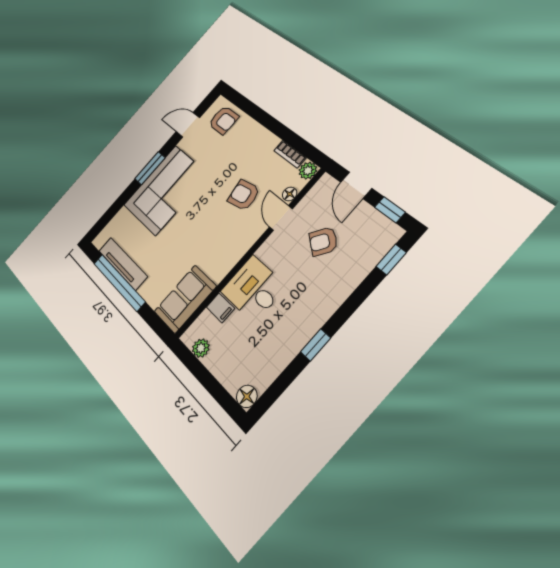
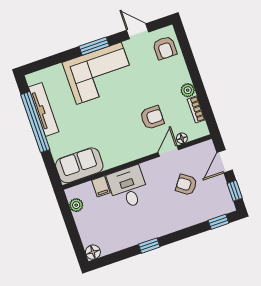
plant: (308, 171) -> (188, 90), moved
armchair: (244, 195) -> (152, 118), turned 100

